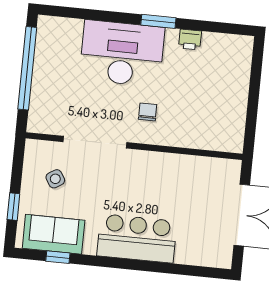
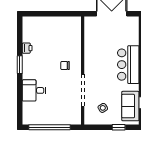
desk: (122, 53) -> (34, 90), width x0.53, depth x0.77

